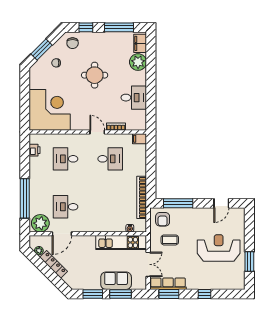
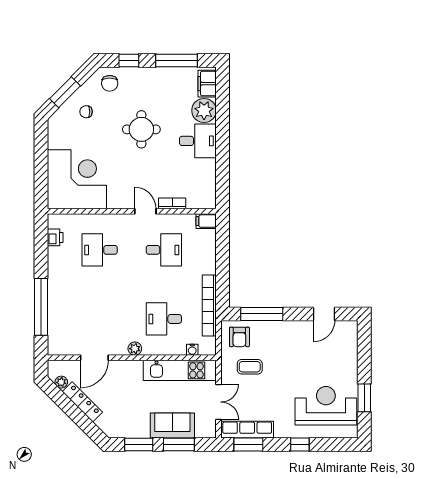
desk: (134, 98) -> (198, 141), moved
desk: (66, 207) -> (164, 319), moved
plant: (40, 223) -> (135, 349), moved, width x0.53, depth x0.53
reception desk: (219, 248) -> (326, 406), moved

